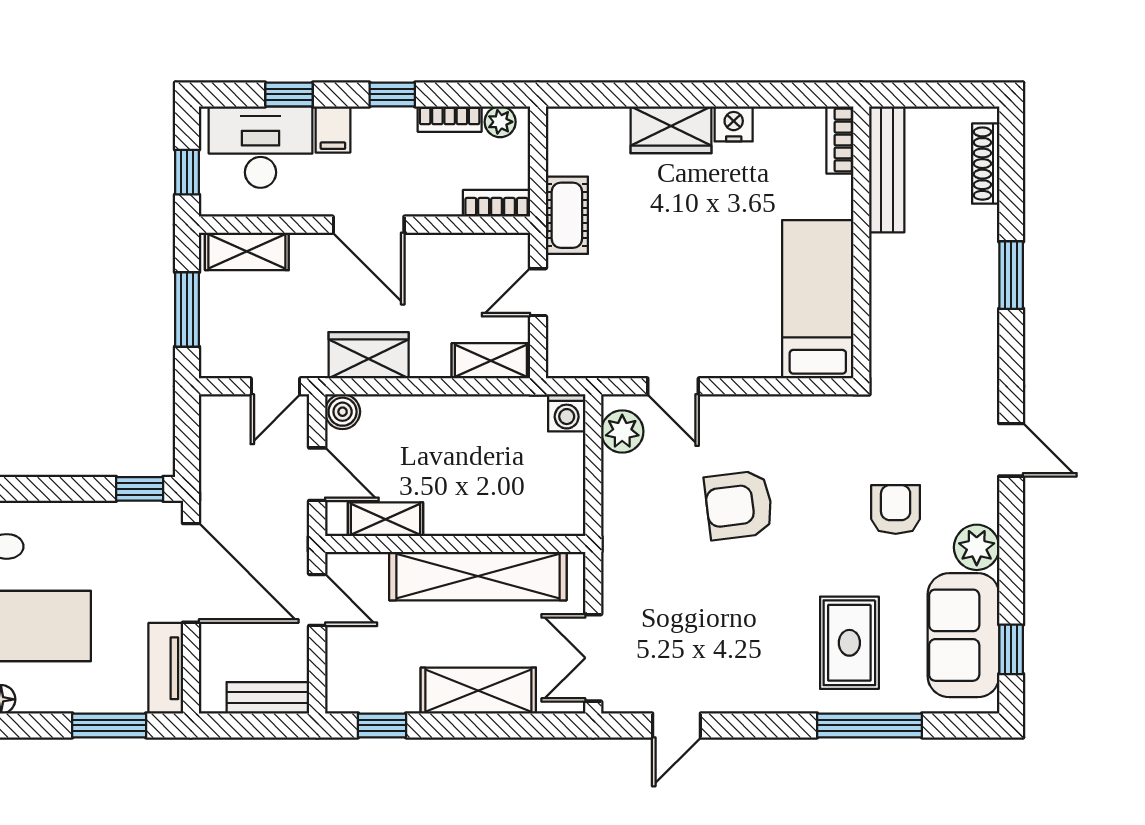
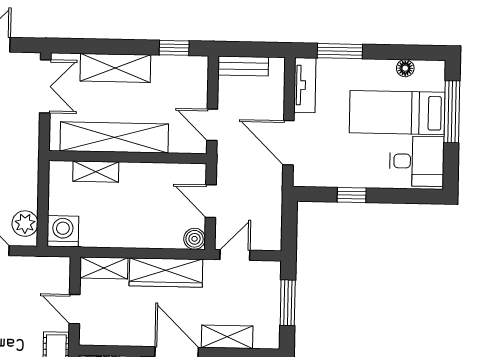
shelving: (247, 251) -> (227, 337), moved
door: (538, 292) -> (74, 309), swing flipped
wardrobe: (369, 355) -> (166, 273), width x1.50
washing machine: (567, 413) -> (63, 231), width x1.38, depth x1.38
window: (140, 489) -> (352, 195), moved
shelving: (386, 519) -> (96, 172), moved
door: (191, 573) -> (288, 143), width x0.73

